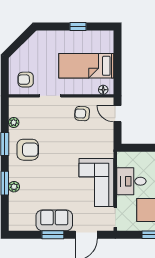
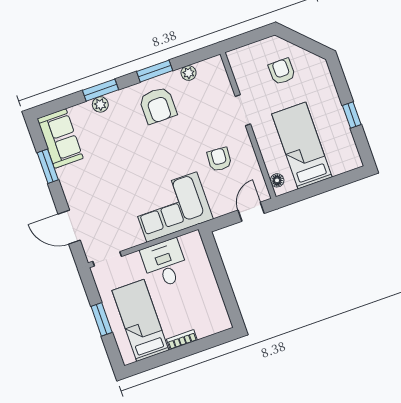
armchair: (26, 80) -> (282, 71), moved
armchair: (82, 114) -> (219, 159), moved
corner sofa: (96, 183) -> (172, 207), moved
sofa: (54, 220) -> (60, 138), moved
window: (53, 235) -> (48, 166), moved

